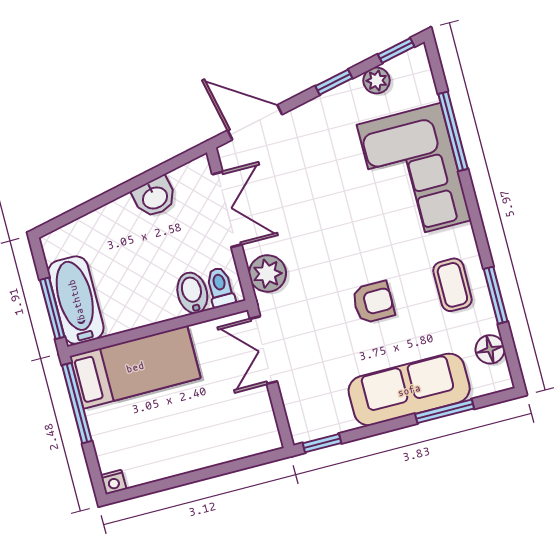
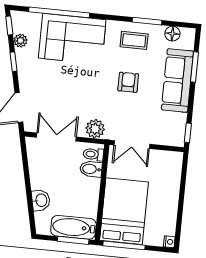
window: (453, 131) -> (59, 12), width x1.46
washbasin: (155, 197) -> (41, 200), moved
bed: (135, 367) -> (124, 211), width x1.50

